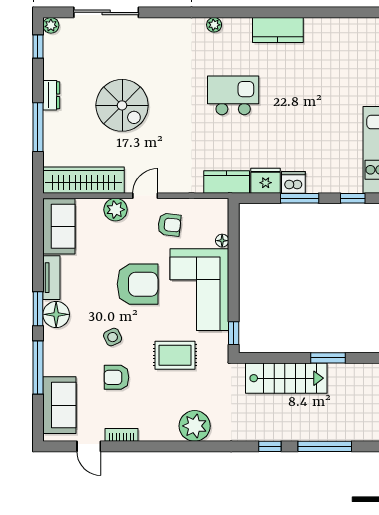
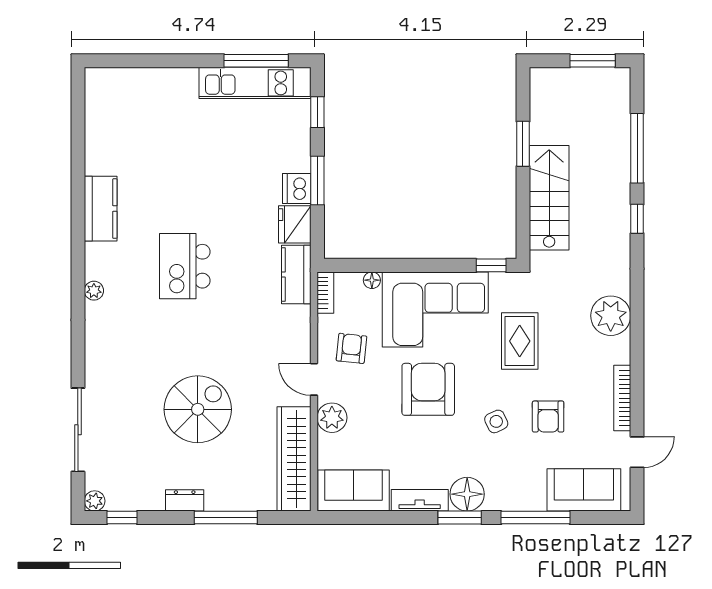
bookcase: (213, 204) -> (325, 293), added
bookcase: (122, 435) -> (622, 398), width x1.56

